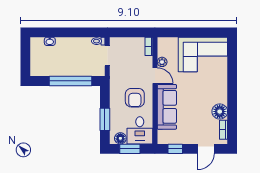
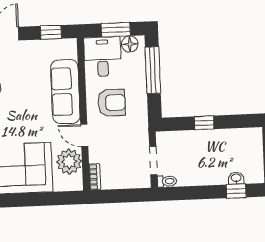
window: (50, 32) -> (236, 191), added
plant: (162, 62) -> (69, 162), width x1.87, depth x1.87
window: (71, 81) -> (204, 123), width x0.32
armchair: (135, 98) -> (112, 103), turned 90
window: (105, 119) -> (153, 70), width x1.44

